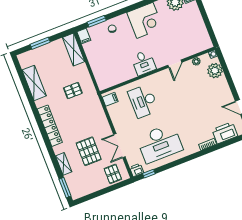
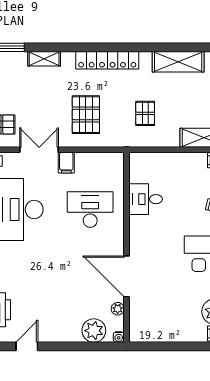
desk: (143, 63) -> (146, 199), moved
door: (175, 64) -> (126, 276), width x1.87
filing cabinet: (110, 99) -> (66, 163), moved
pallet: (89, 151) -> (86, 115), moved, turned 90

